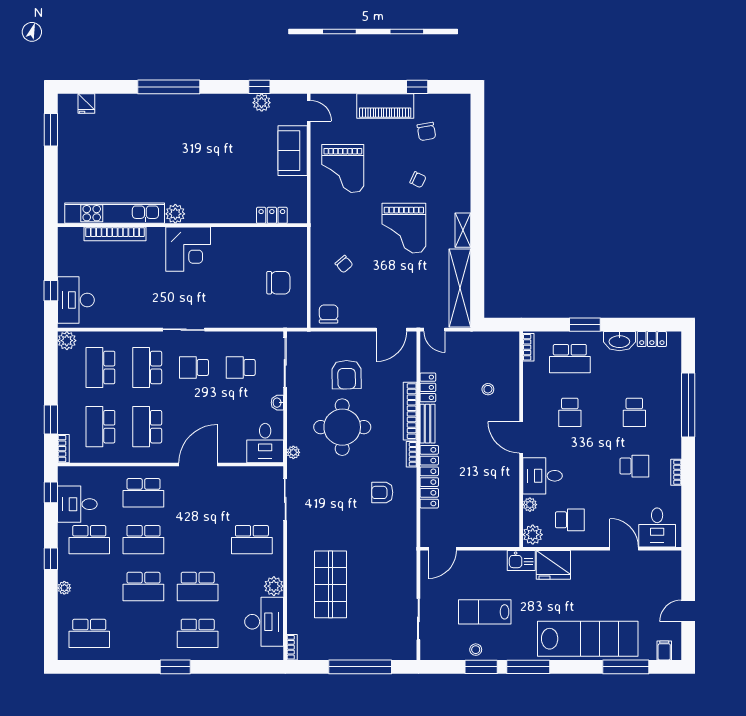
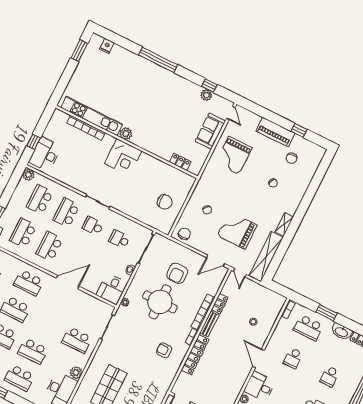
grand piano: (404, 228) -> (237, 230), moved, turned 90

